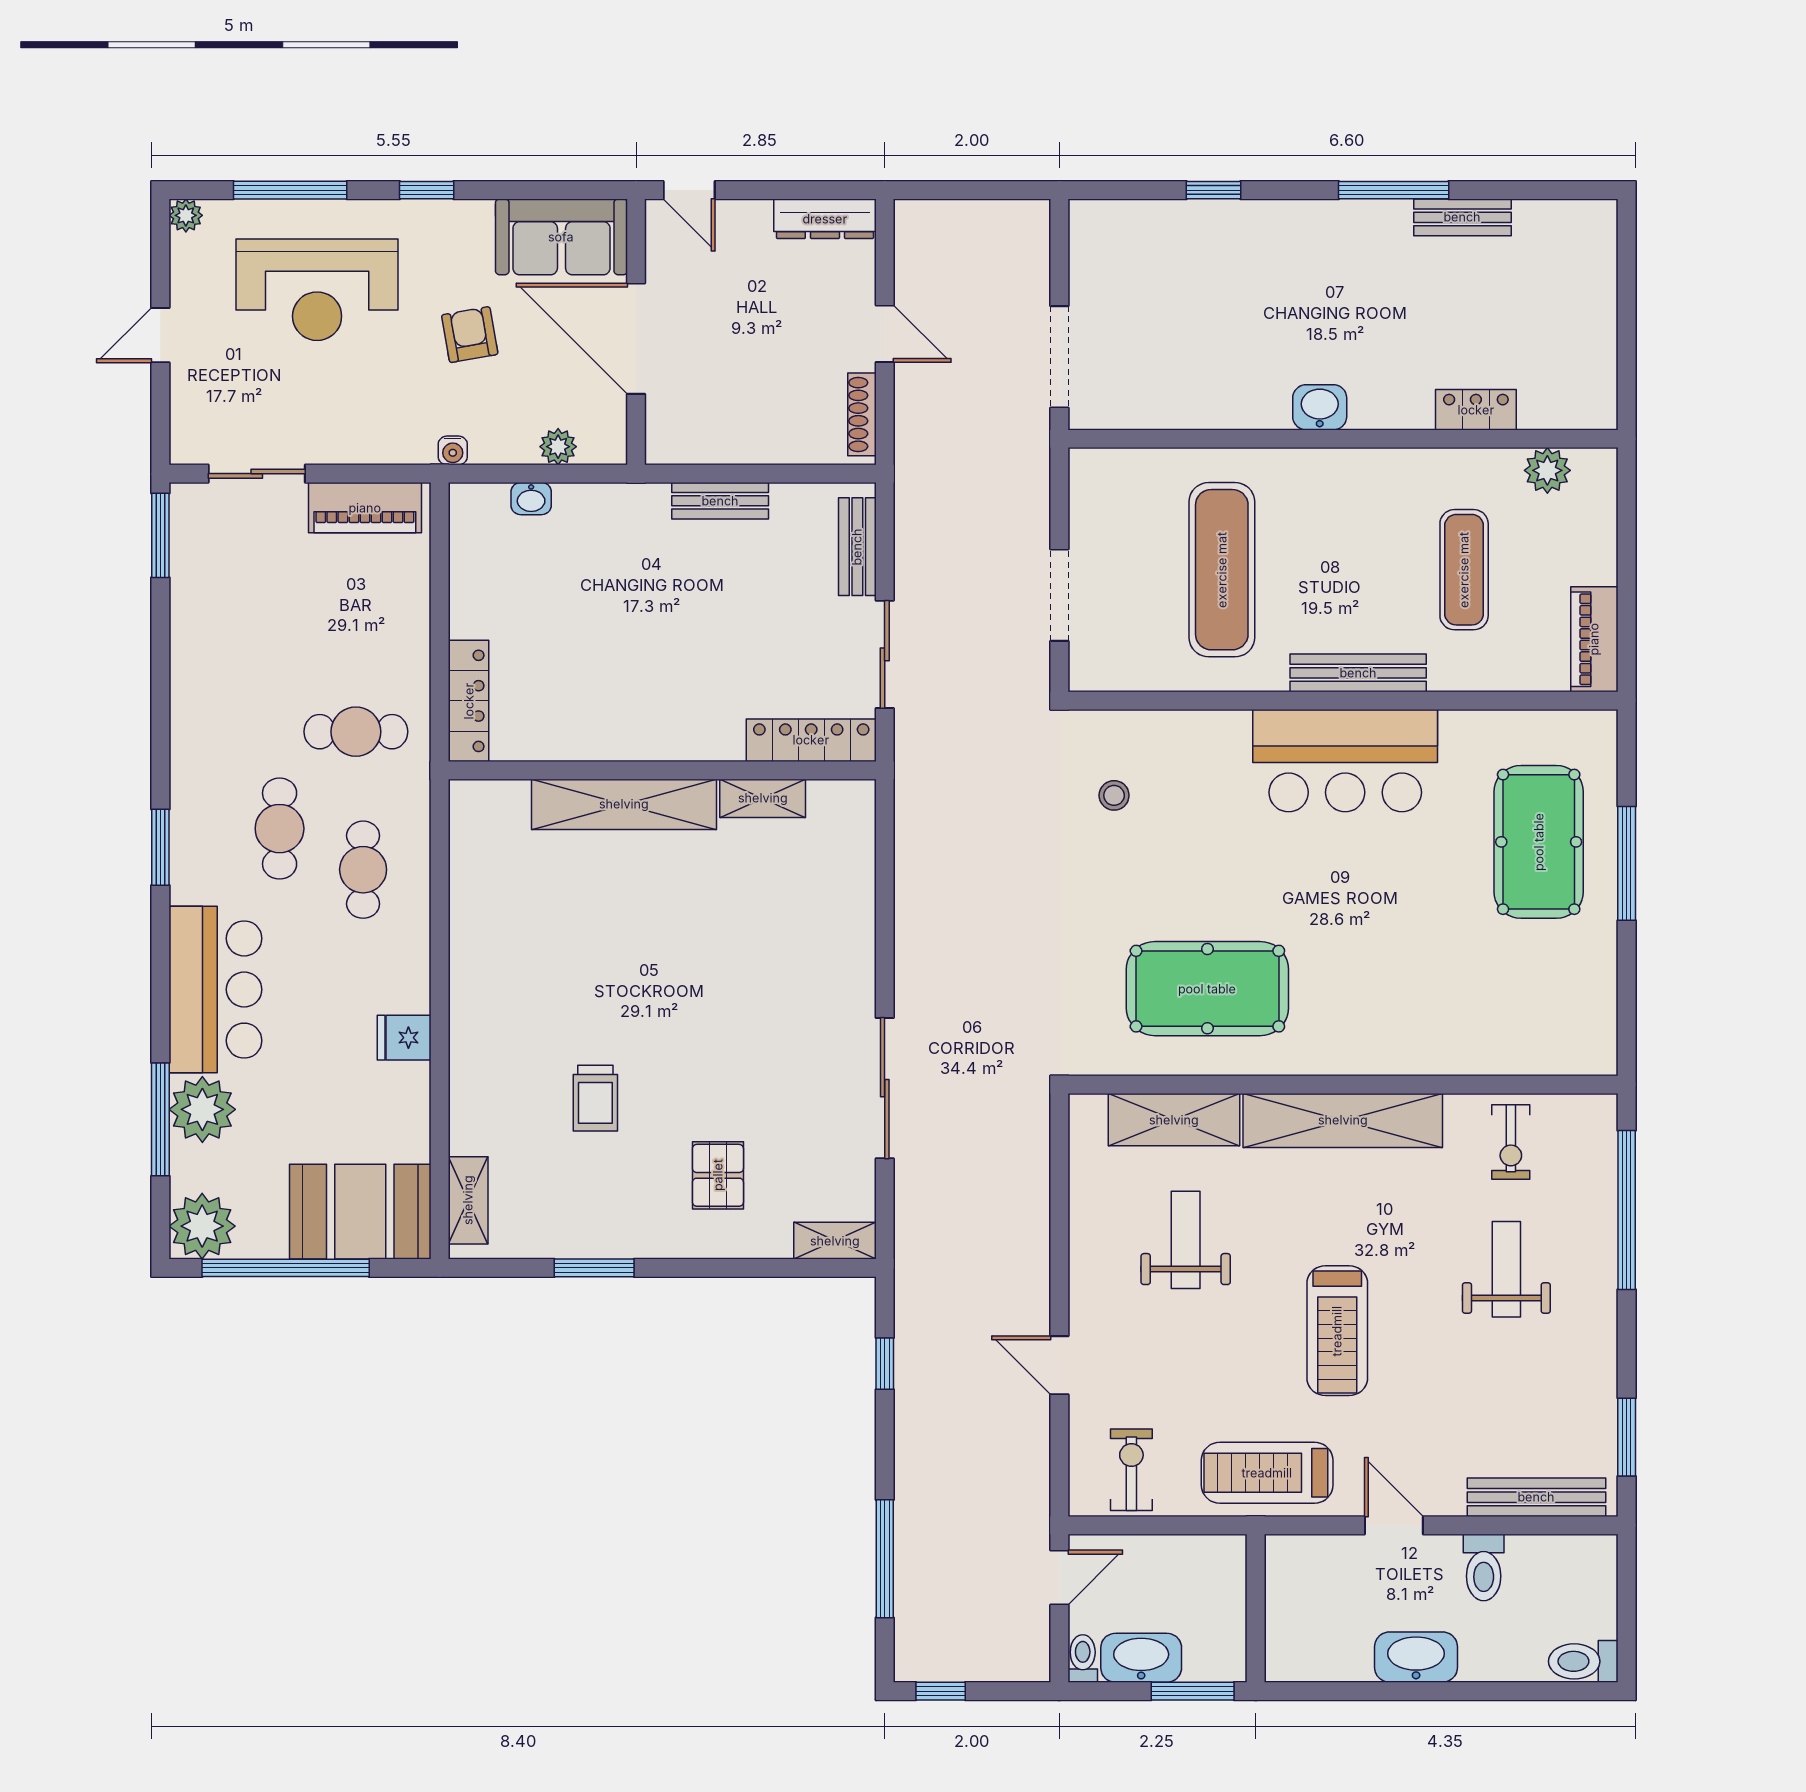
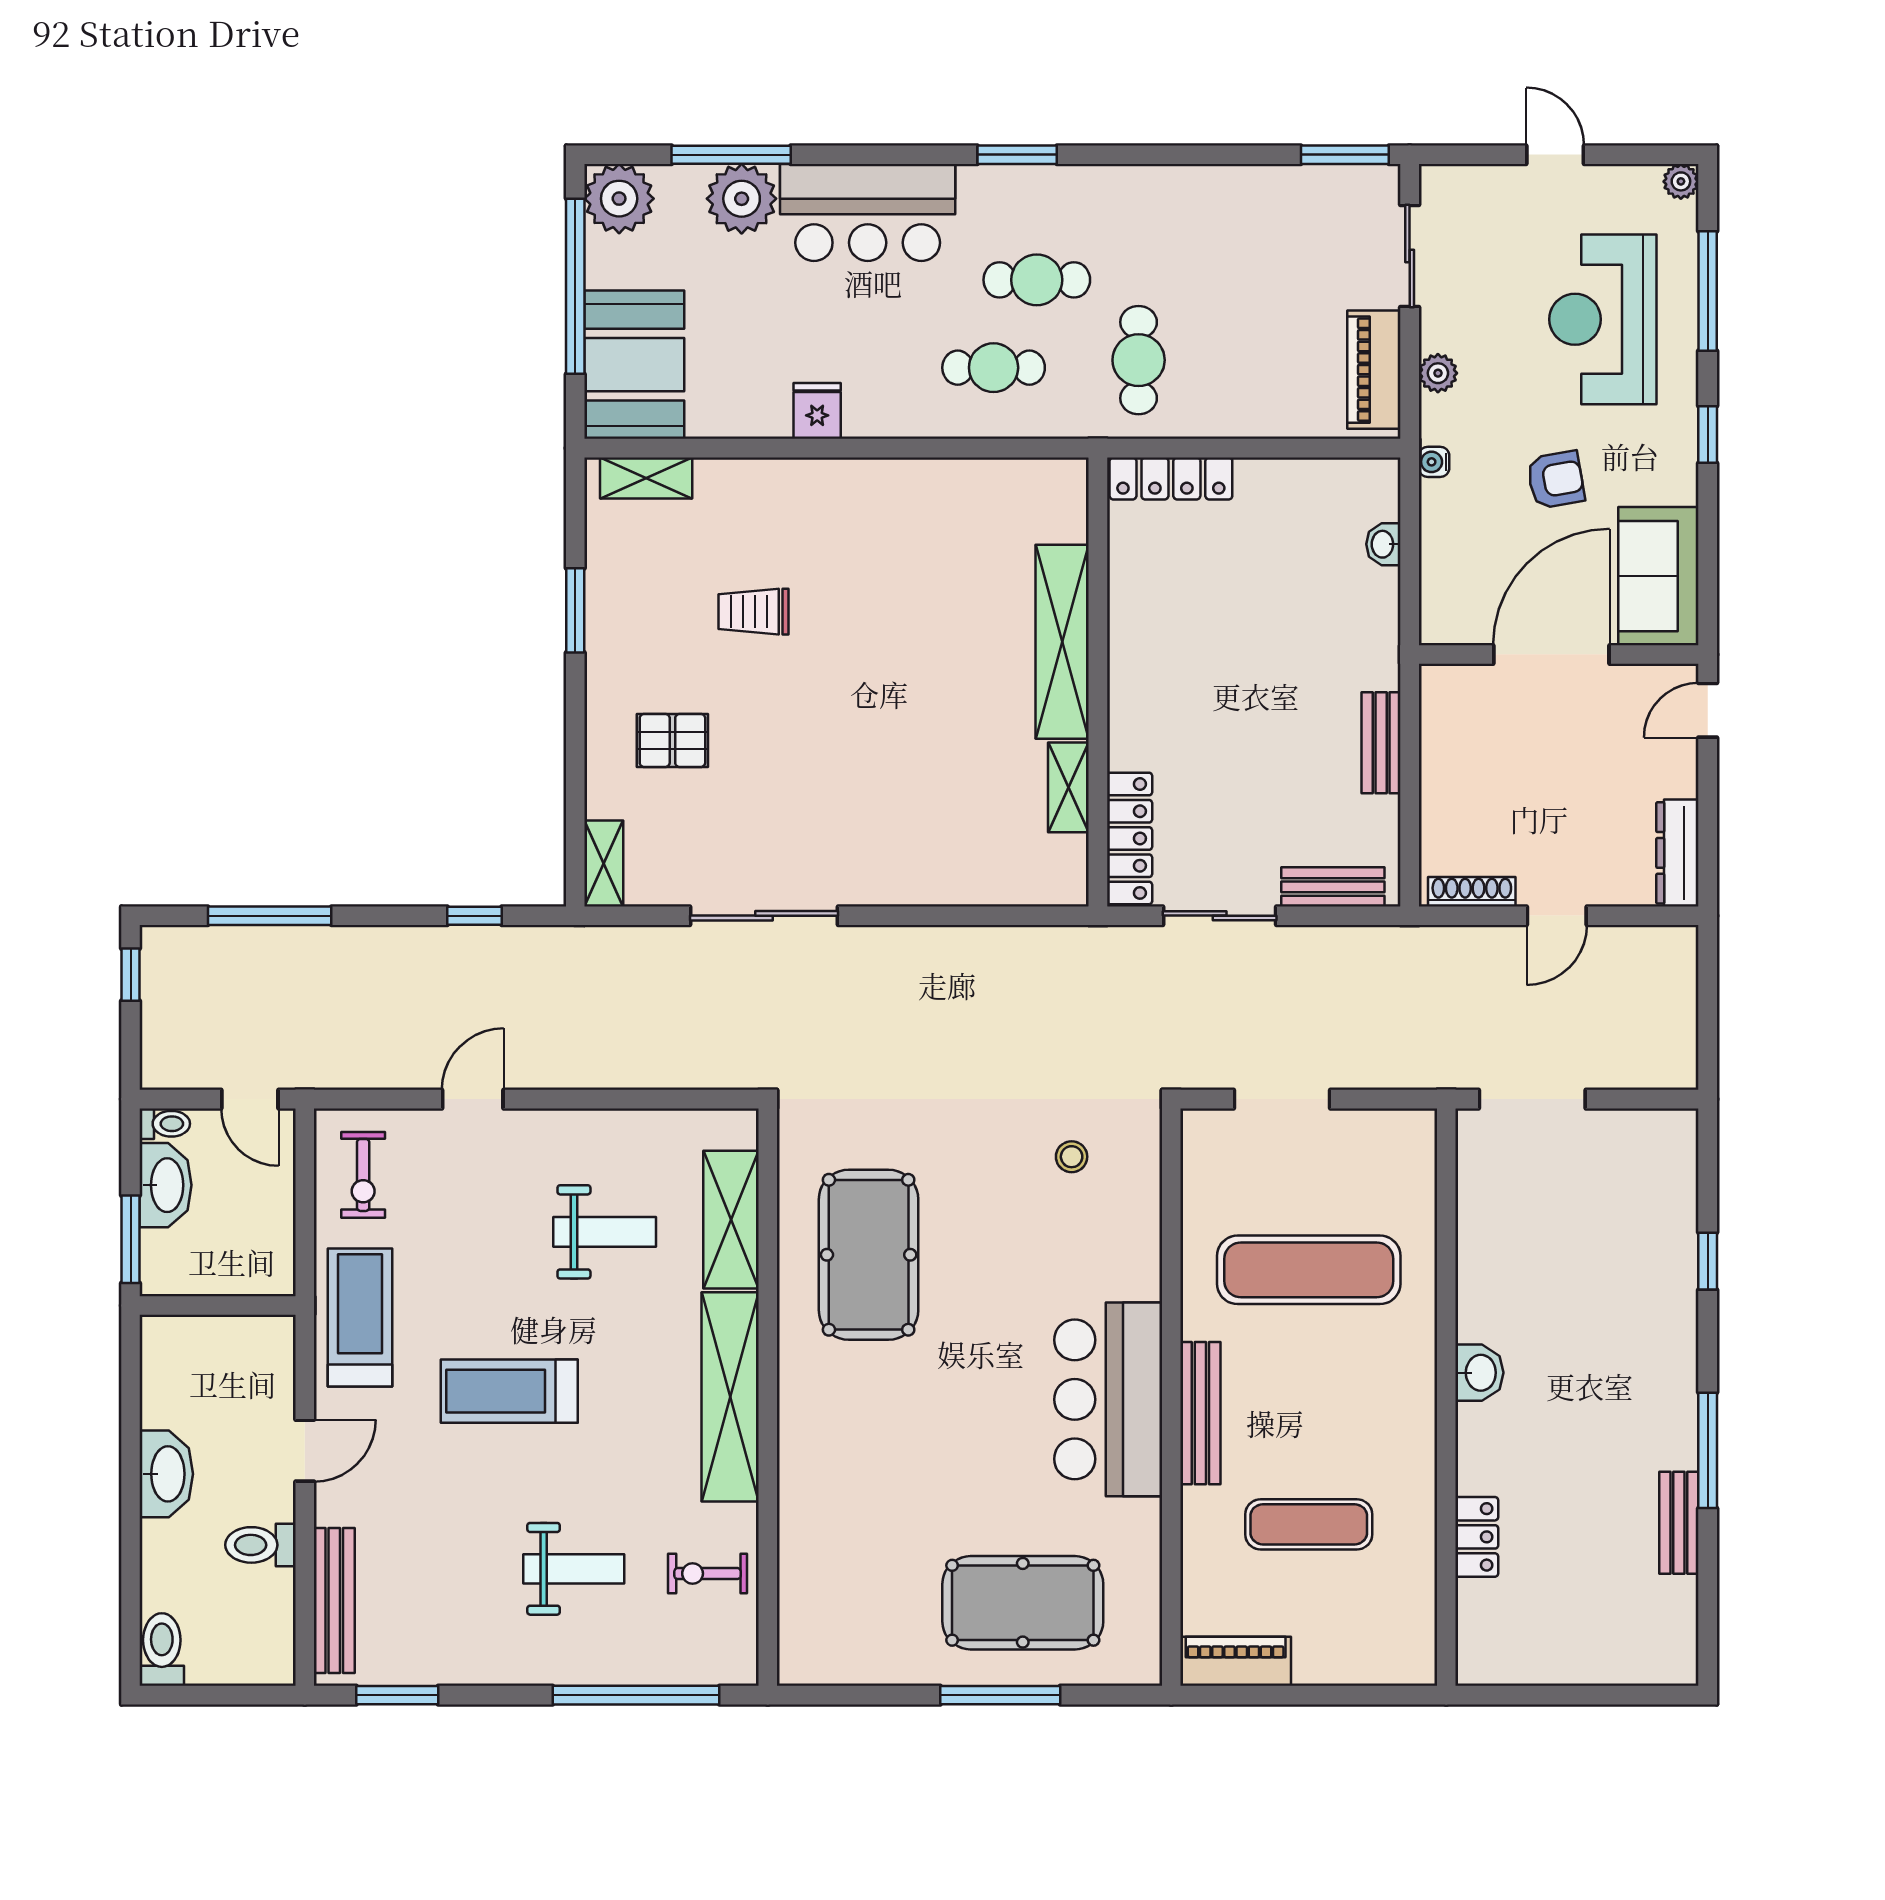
plant: (558, 447) -> (1438, 373), moved
plant: (1547, 470) -> (1413, 1612), removed
exercise bike: (1131, 1470) -> (363, 1175), turned 90

